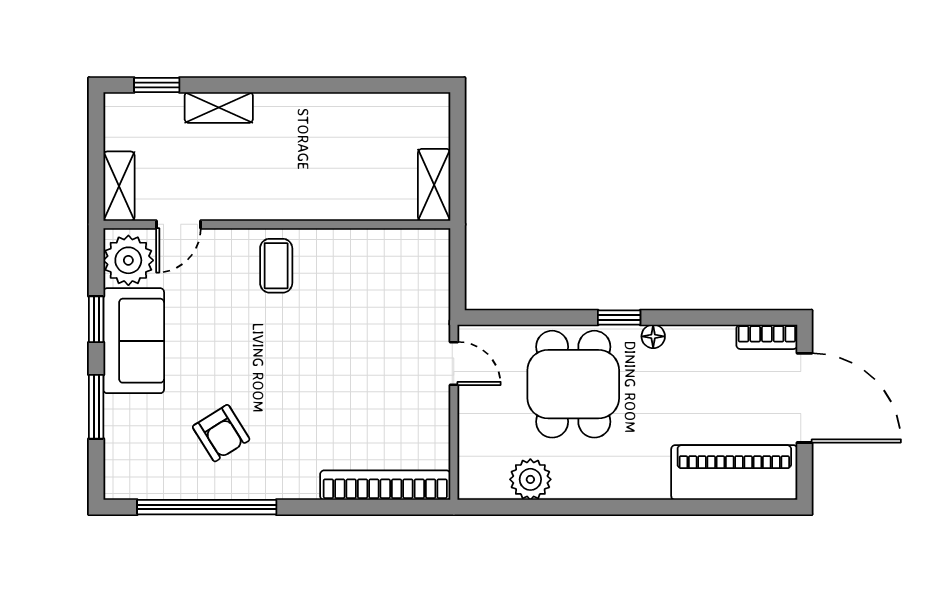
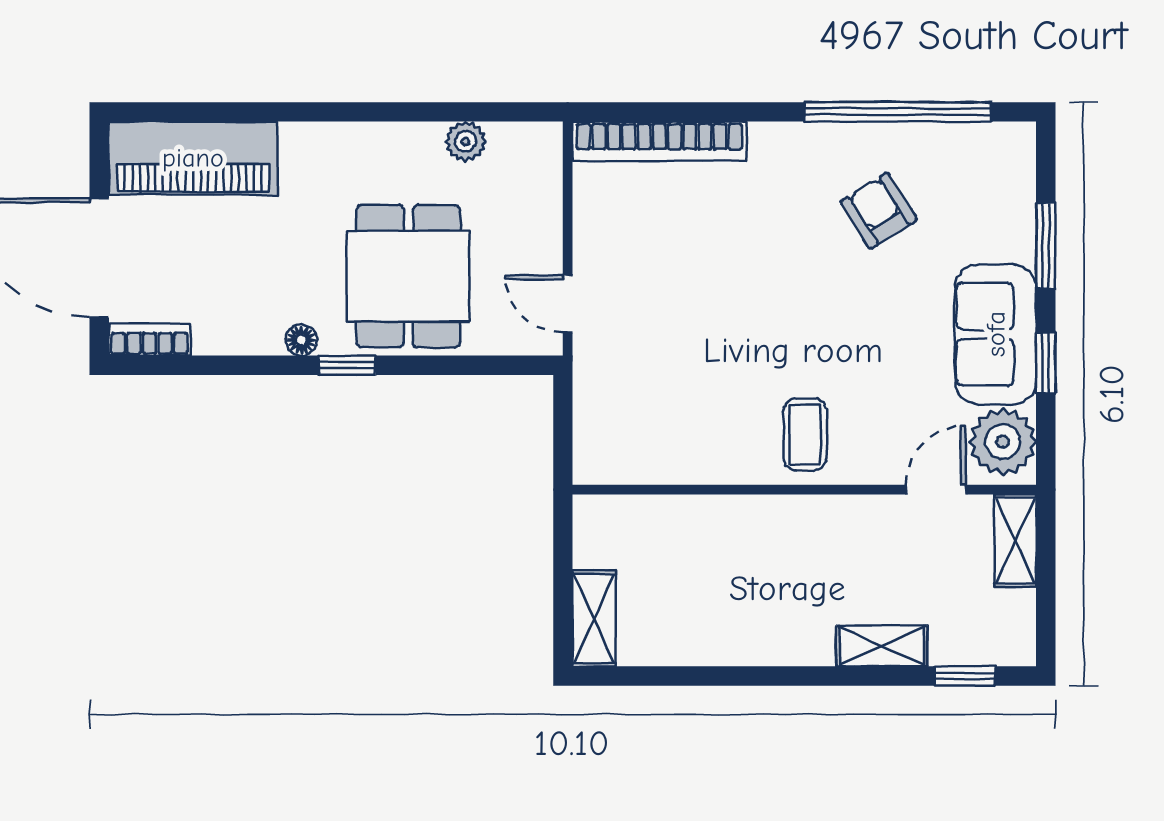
shelving: (434, 185) -> (594, 618), moved
plant: (530, 479) -> (465, 141), width x0.73, depth x0.73

